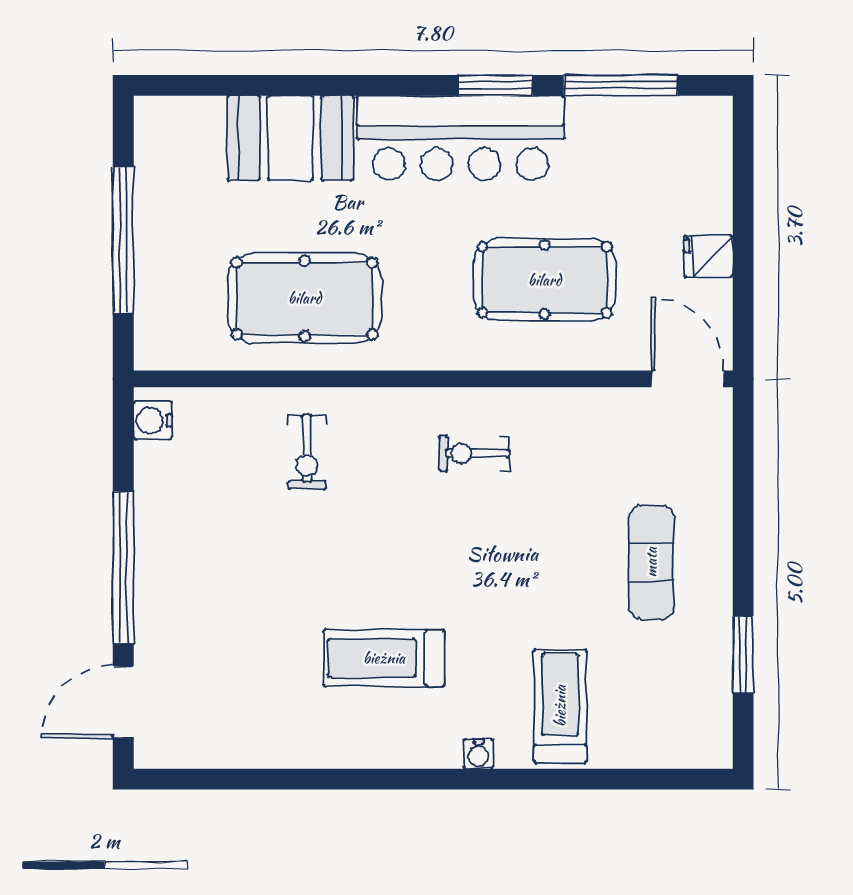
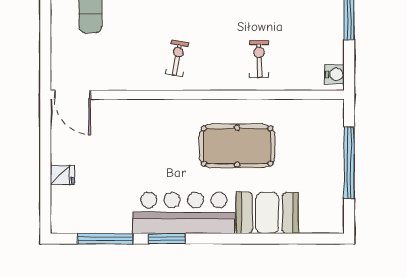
fridge: (708, 256) -> (62, 175), moved
pool table: (545, 280) -> (143, 143), removed
pool table: (305, 298) -> (237, 146), moved
exercise bike: (474, 453) -> (177, 58), turned -80

